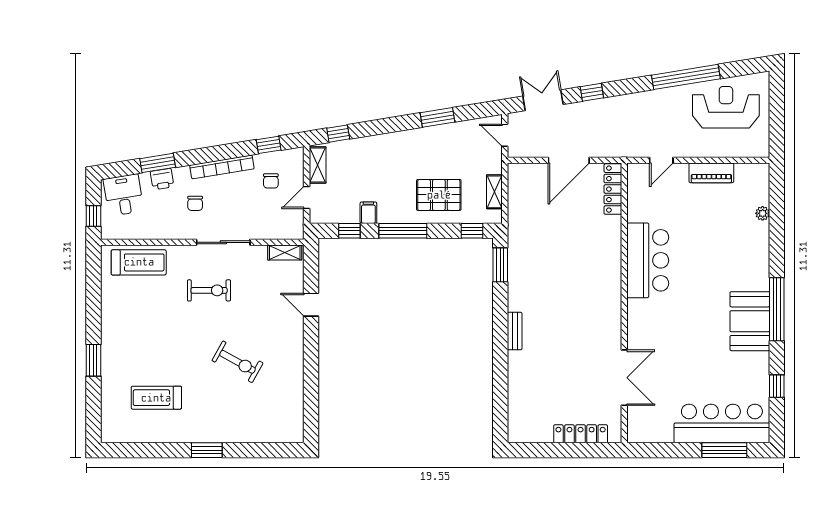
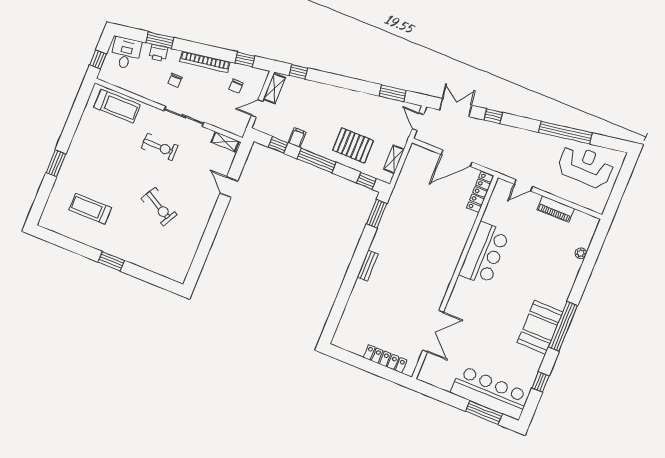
window: (437, 117) -> (393, 93), moved

